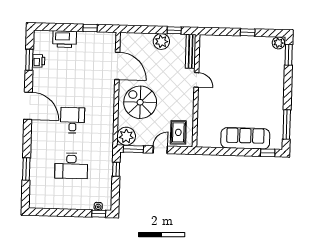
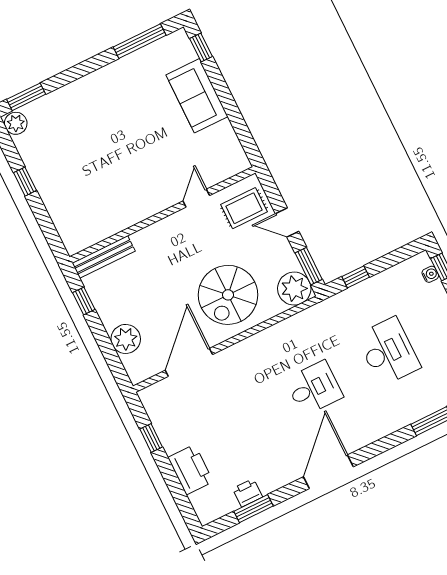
plant: (161, 42) -> (126, 339), moved
door: (196, 80) -> (196, 198), moved
desk: (73, 120) -> (314, 388), turned 180
sofa: (245, 138) -> (197, 96), width x0.73

